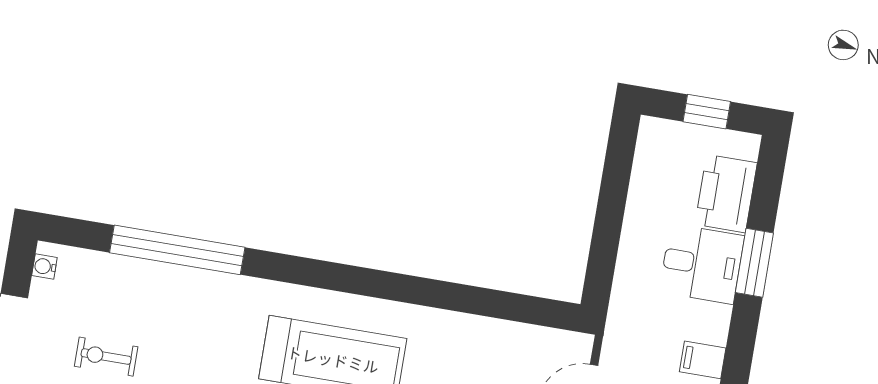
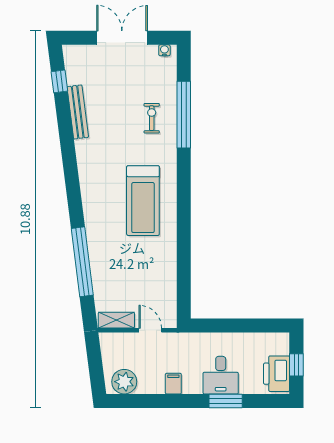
printer: (726, 194) -> (277, 374), moved, turned -90
exercise bike: (106, 357) -> (152, 118), moved

